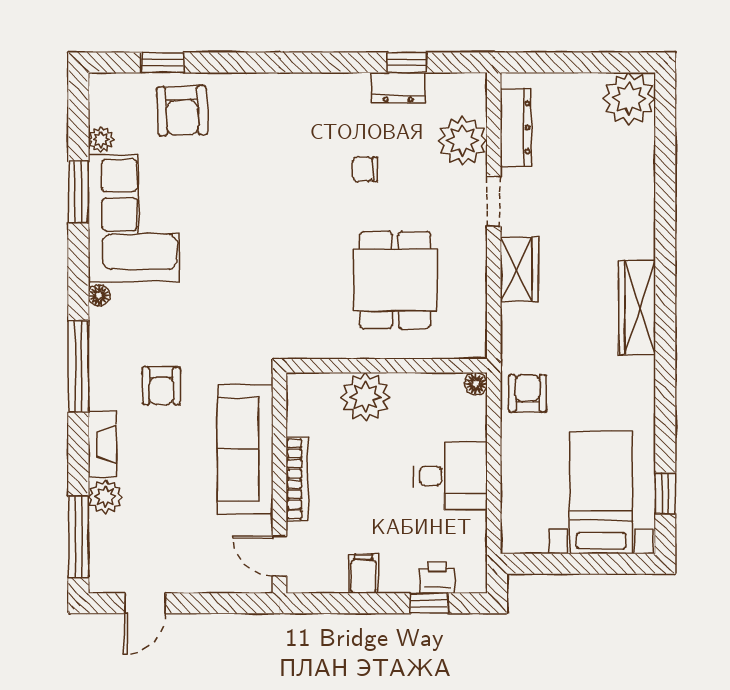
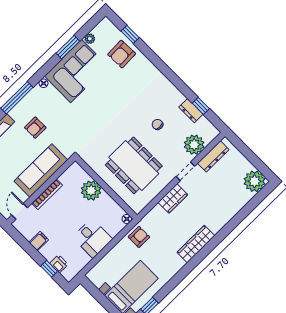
dining table: (395, 280) -> (134, 165), width x1.38

